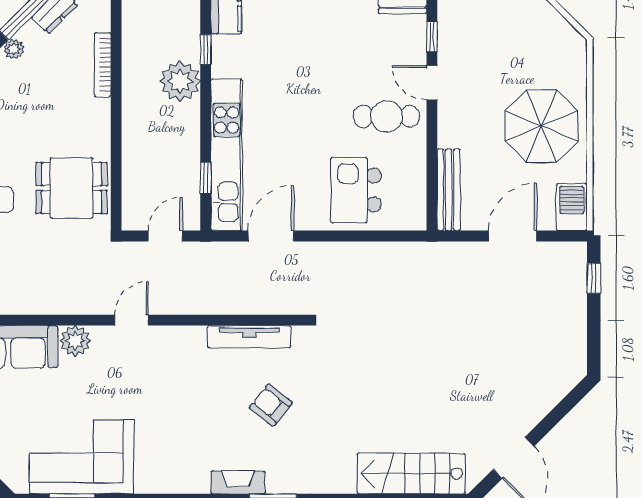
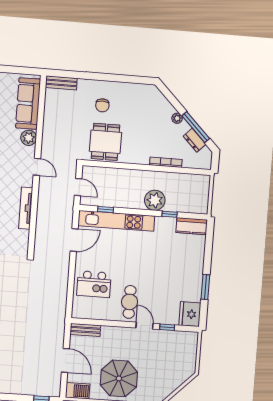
door: (432, 83) -> (144, 326), hinge flipped
kitchen island: (356, 190) -> (94, 284), turned 180
bench: (449, 190) -> (85, 330), width x0.73
door: (271, 236) -> (74, 240), hinge flipped
tv unit: (249, 337) -> (26, 208), moved

